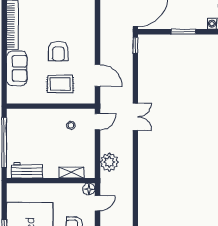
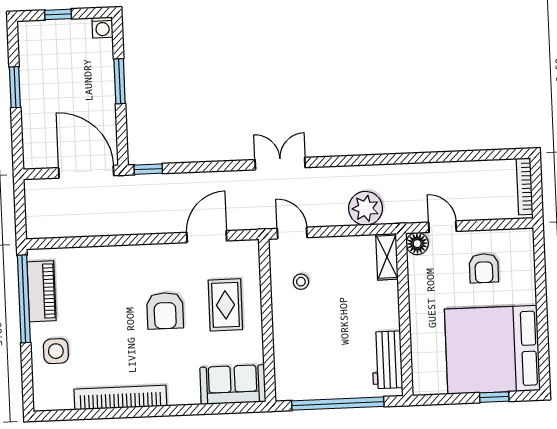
armchair: (58, 51) -> (165, 311), turned 90
sofa: (17, 68) -> (233, 385), moved
shelving: (71, 172) -> (387, 257), moved

